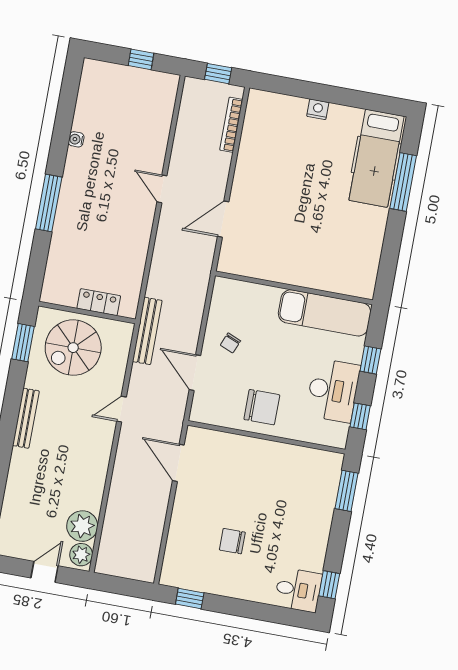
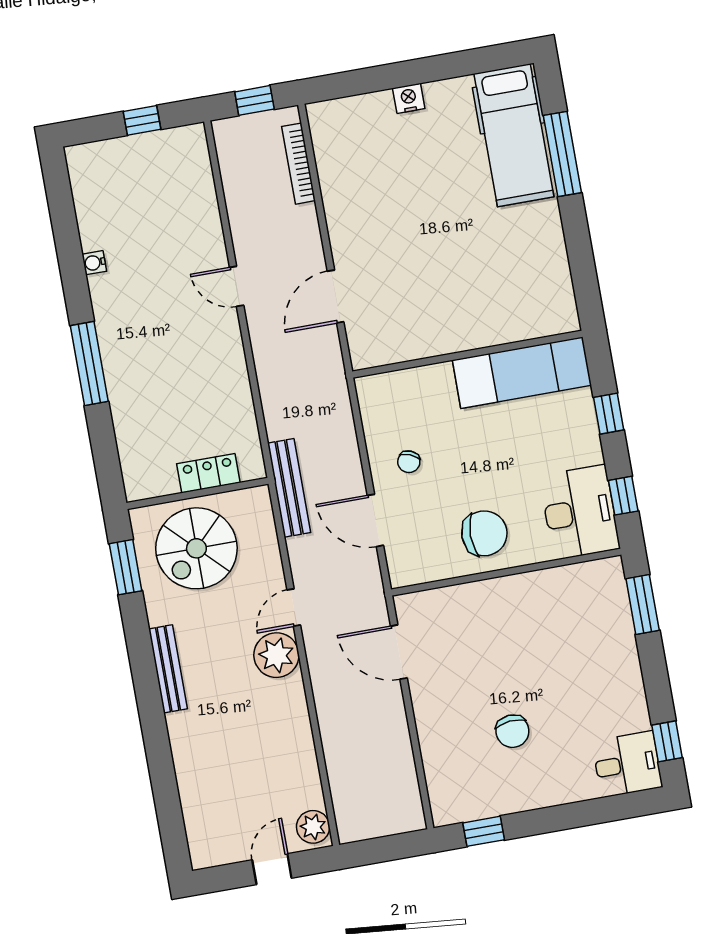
desk: (333, 390) -> (580, 512), moved
plant: (82, 526) -> (276, 655), moved
chair: (232, 541) -> (512, 731), turned -95

